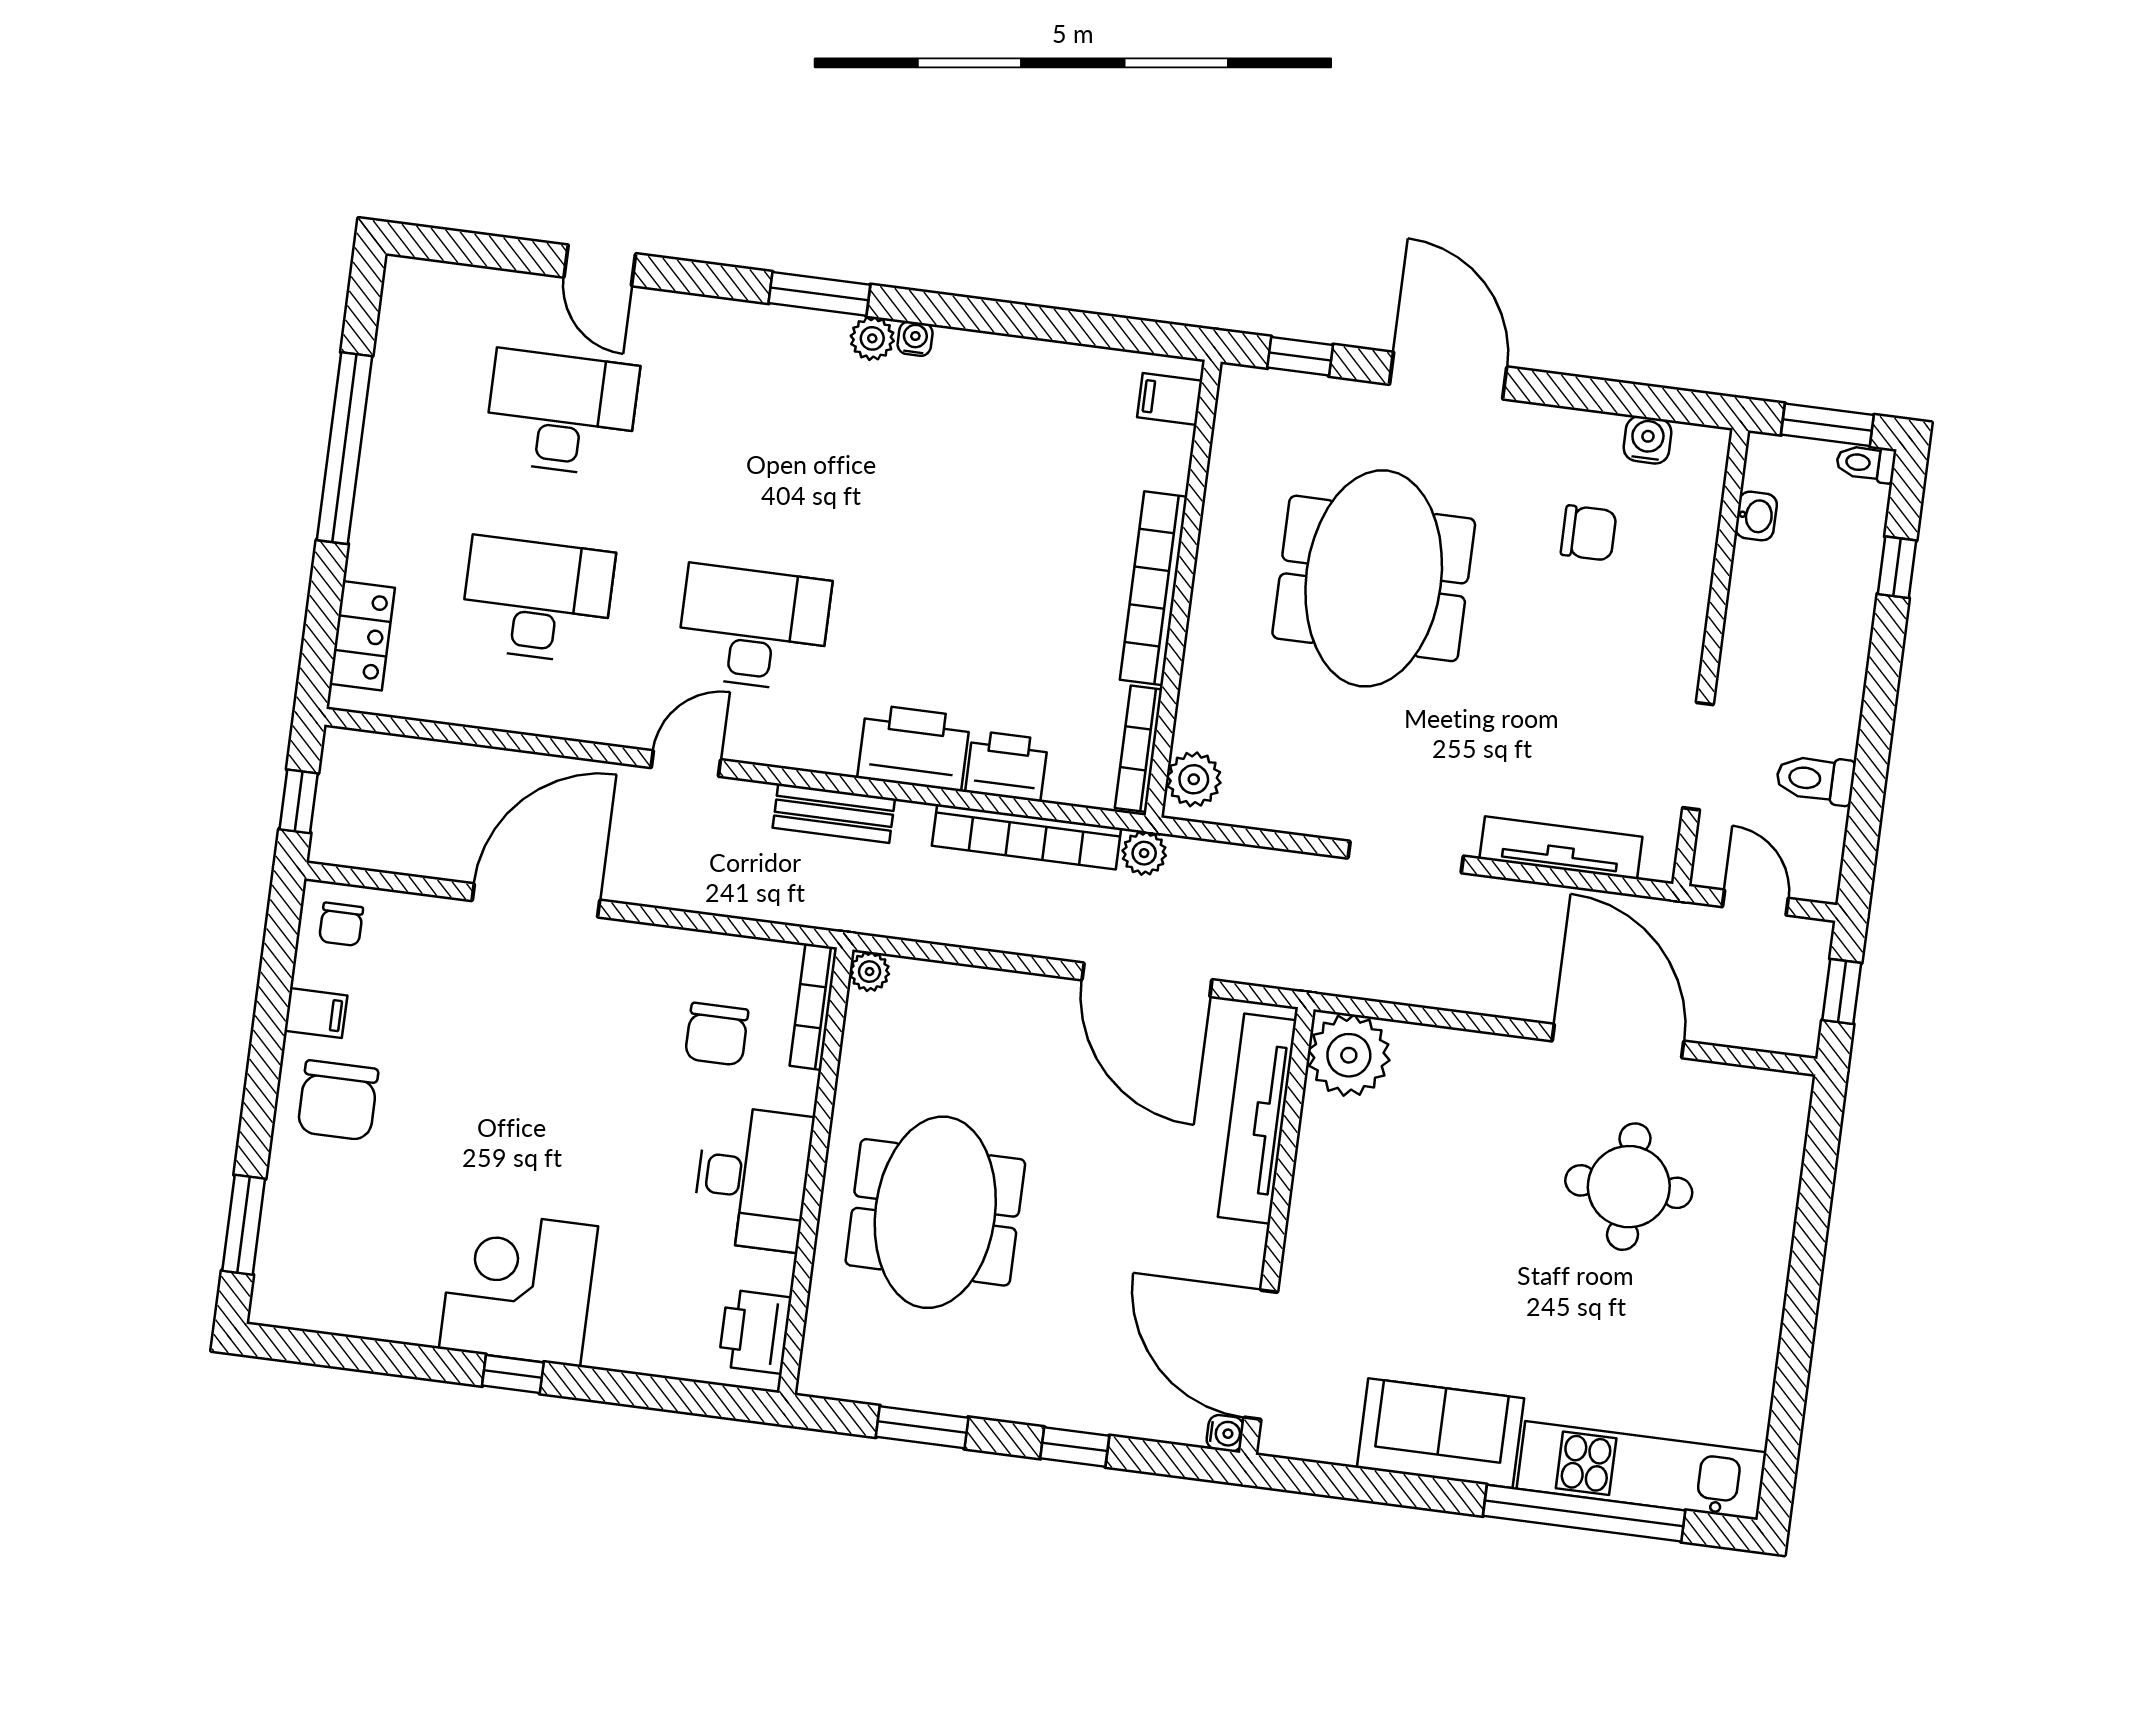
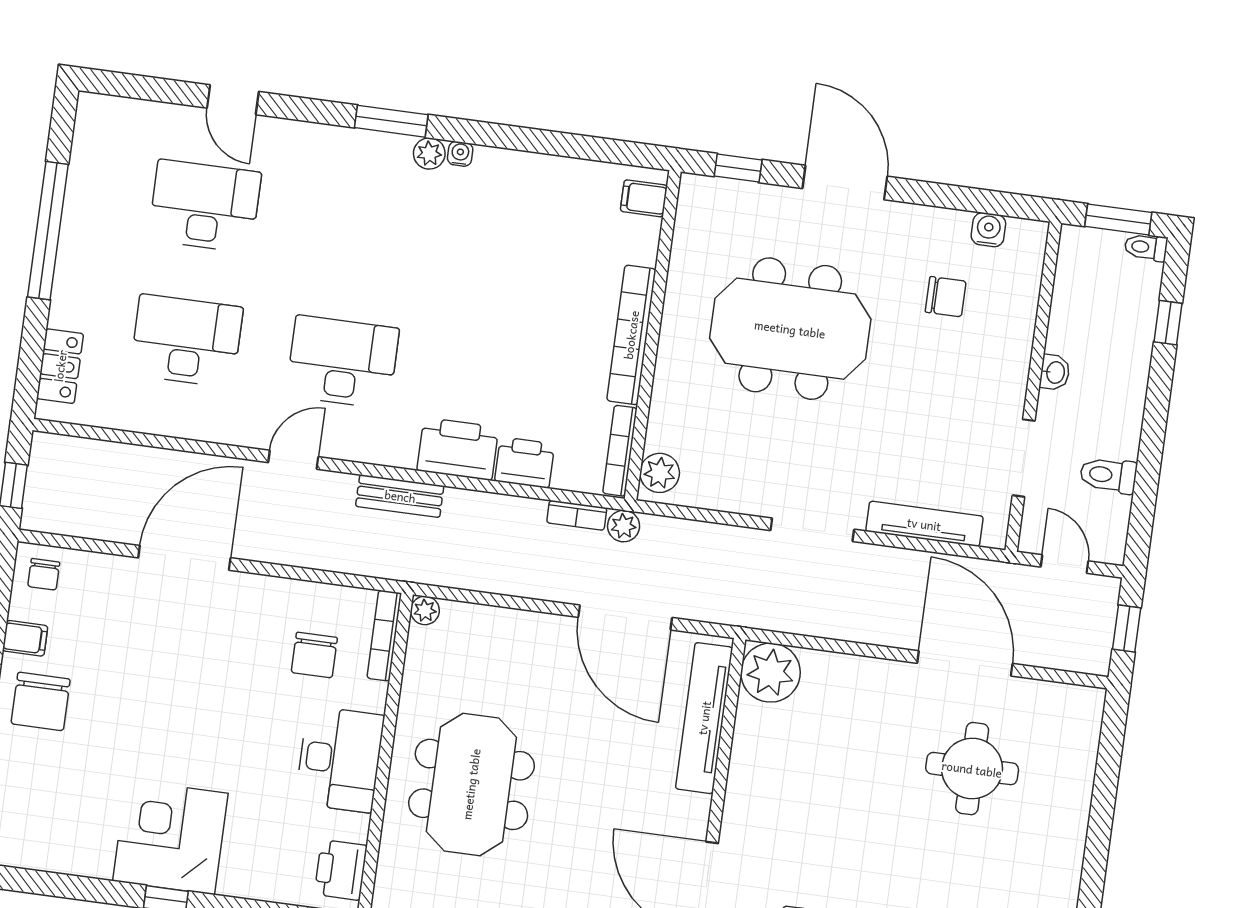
washbasin: (1756, 516) -> (1055, 372), moved
meeting table: (1374, 578) -> (790, 329), turned 90
bookcase: (1026, 837) -> (577, 515), width x0.43, depth x0.76

